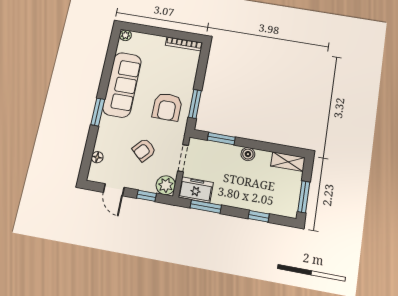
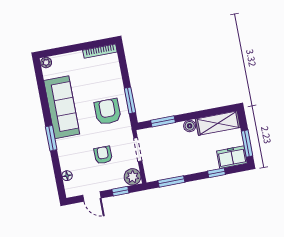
armchair: (167, 107) -> (108, 112), turned 180
armchair: (144, 150) -> (103, 155), turned 138
shelving: (288, 162) -> (218, 123), width x1.50, depth x1.33
freezer: (196, 190) -> (232, 157), moved

